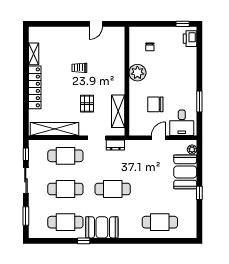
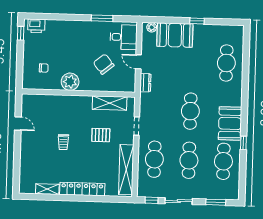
chair: (155, 104) -> (104, 64), turned 141
dresser: (115, 145) -> (145, 83), moved

